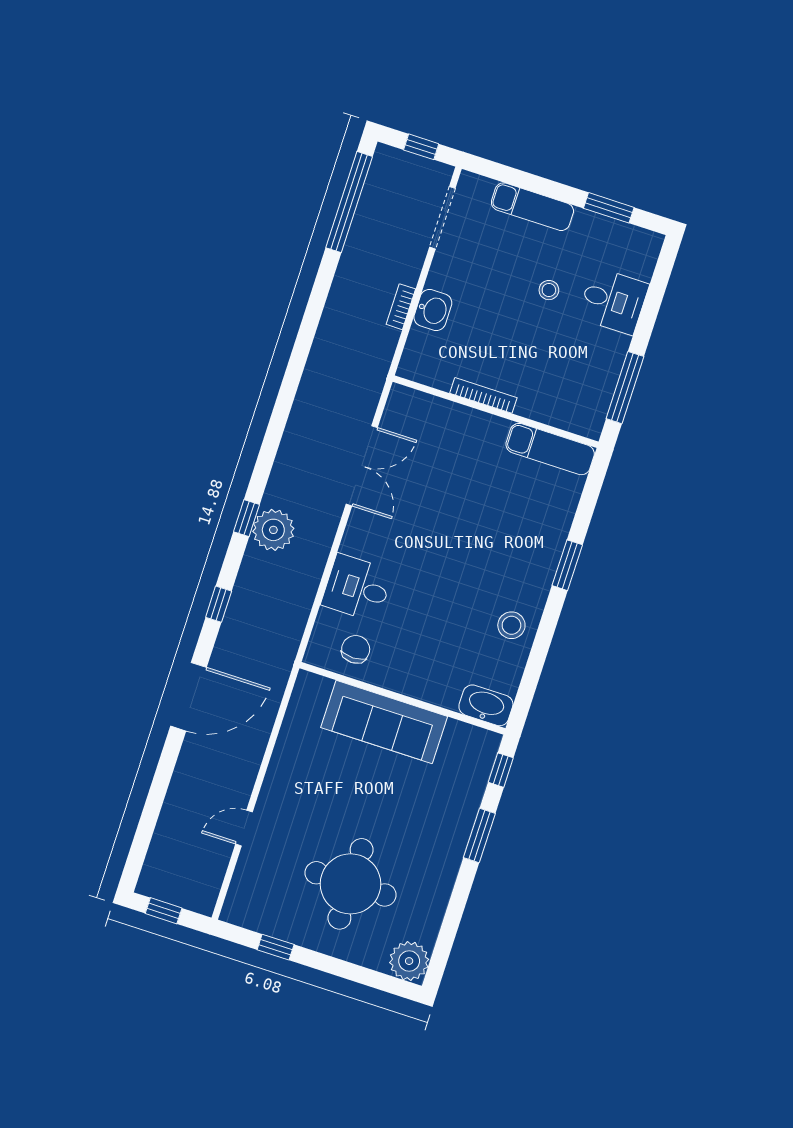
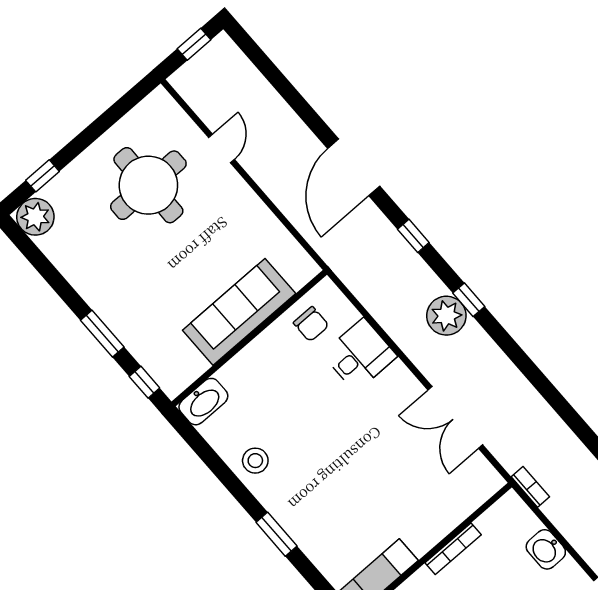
bookcase: (401, 307) -> (530, 487), moved
round table: (351, 884) -> (148, 185), moved
window: (276, 947) -> (43, 176), moved

